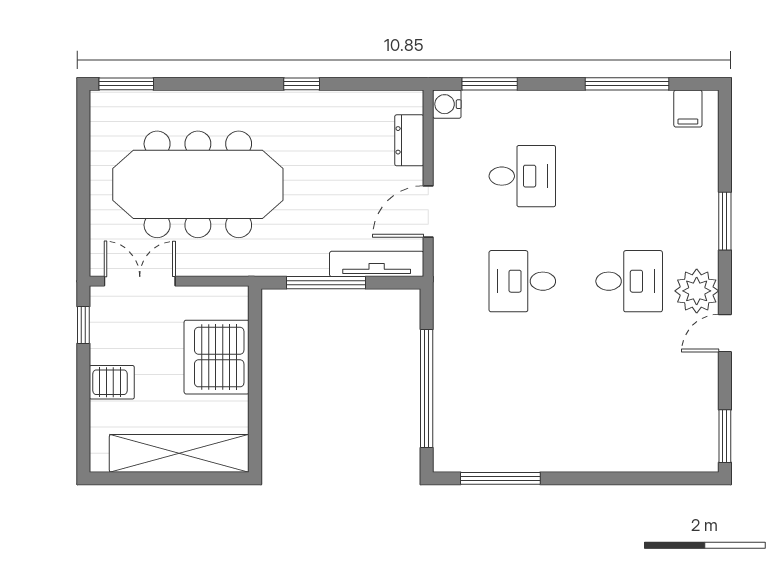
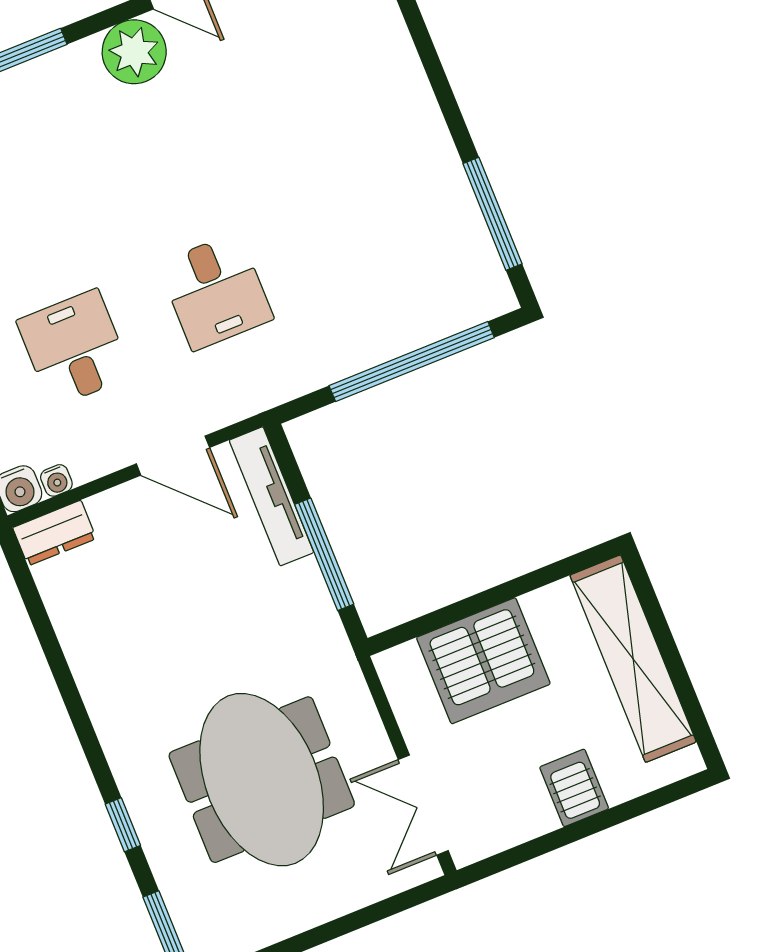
window: (302, 84) -> (123, 825), moved
water cooler: (442, 130) -> (56, 480), added
dresser: (409, 140) -> (54, 533), moved
meeting table: (198, 184) -> (262, 780), width x0.73
desk: (629, 281) -> (158, 148), removed
window: (83, 325) -> (513, 857), removed

